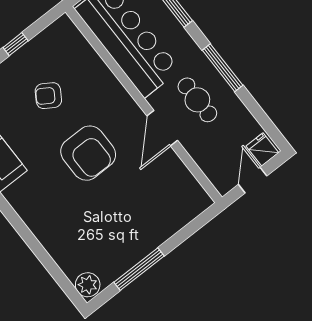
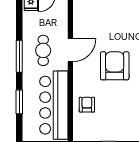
armchair: (48, 96) -> (87, 105), moved, turned -122

